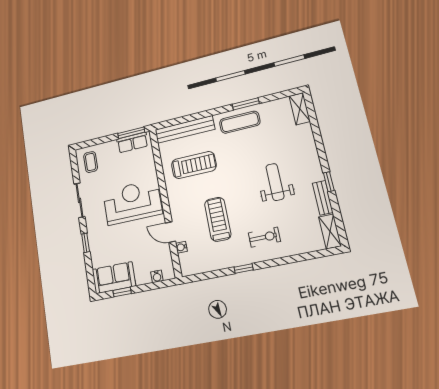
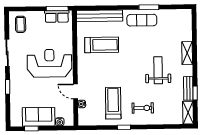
shelving: (300, 109) -> (187, 53), moved
window: (329, 182) -> (195, 93), moved
treadmill: (218, 219) -> (113, 103), moved
sofa: (114, 278) -> (39, 117), moved

